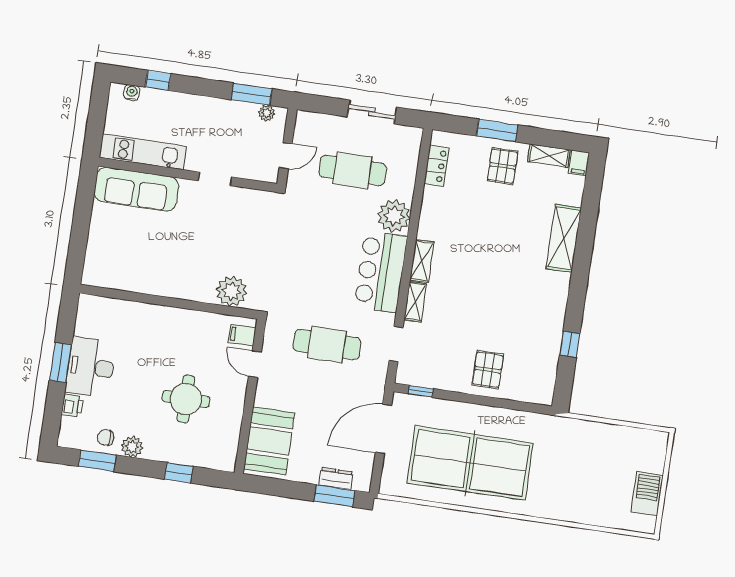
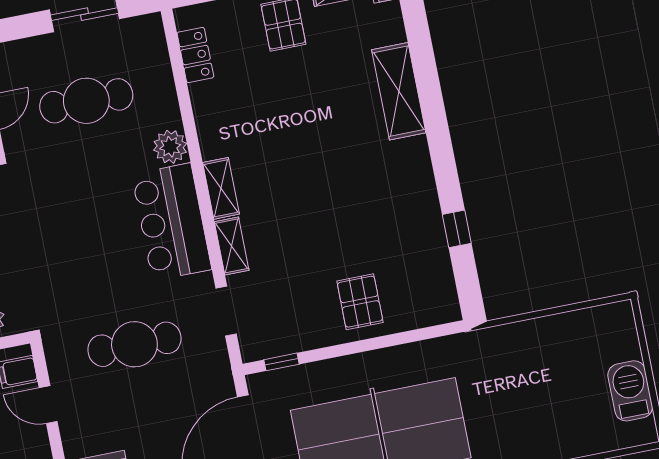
plant: (394, 216) -> (170, 147), width x0.73, depth x0.73

